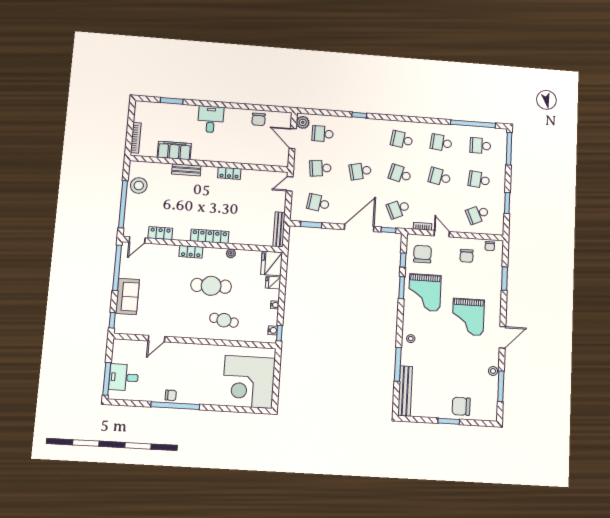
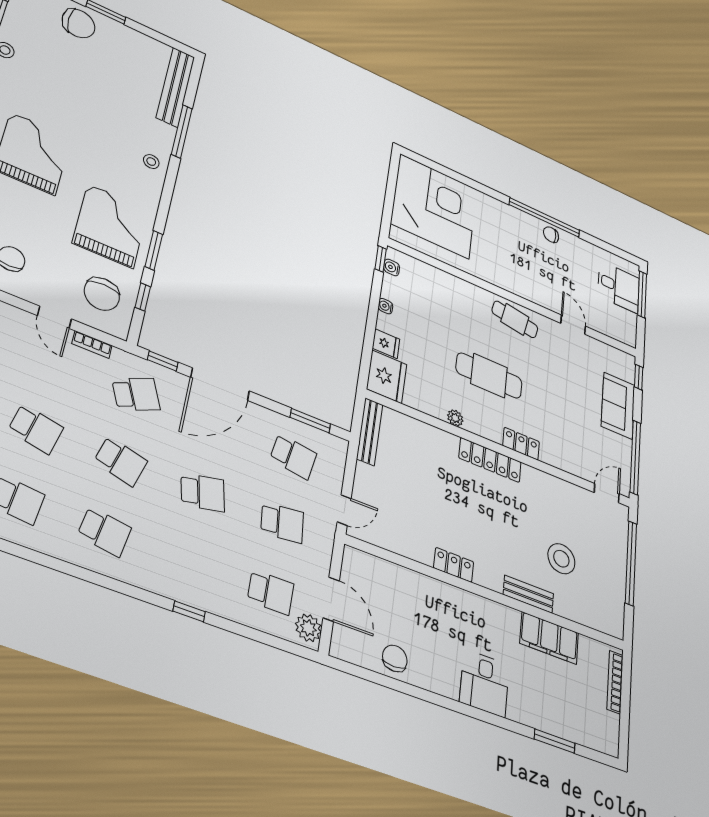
stool: (139, 186) -> (561, 559), moved
locker: (160, 233) -> (570, 493), removed
cafe table: (224, 320) -> (515, 319), moved
door: (156, 339) -> (573, 325), hinge flipped

